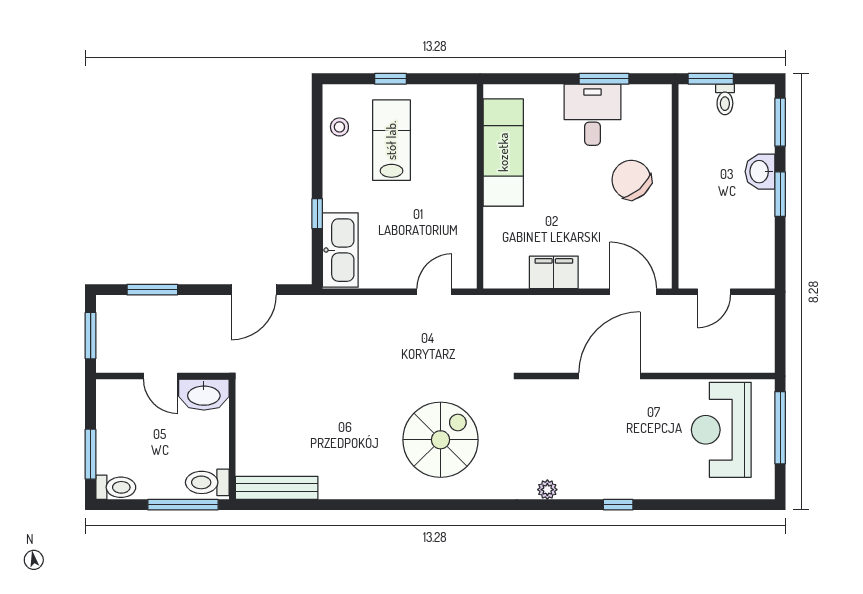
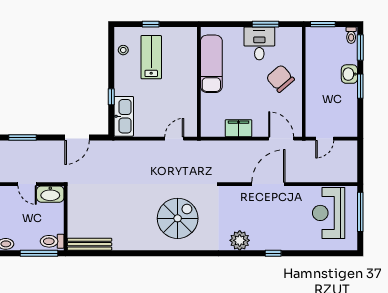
toilet: (725, 99) -> (351, 35), moved
plant: (547, 490) -> (240, 240), width x1.88, depth x1.88

